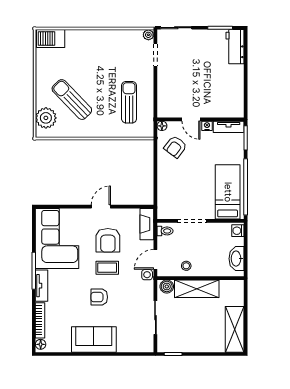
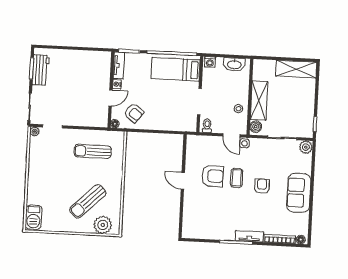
workbench: (235, 47) -> (41, 70), moved, turned -90
fireplace: (147, 224) -> (200, 141), removed
corner sofa: (57, 239) -> (209, 221), removed
armchair: (99, 297) -> (262, 186), turned 180
plant: (146, 345) -> (306, 147), added

